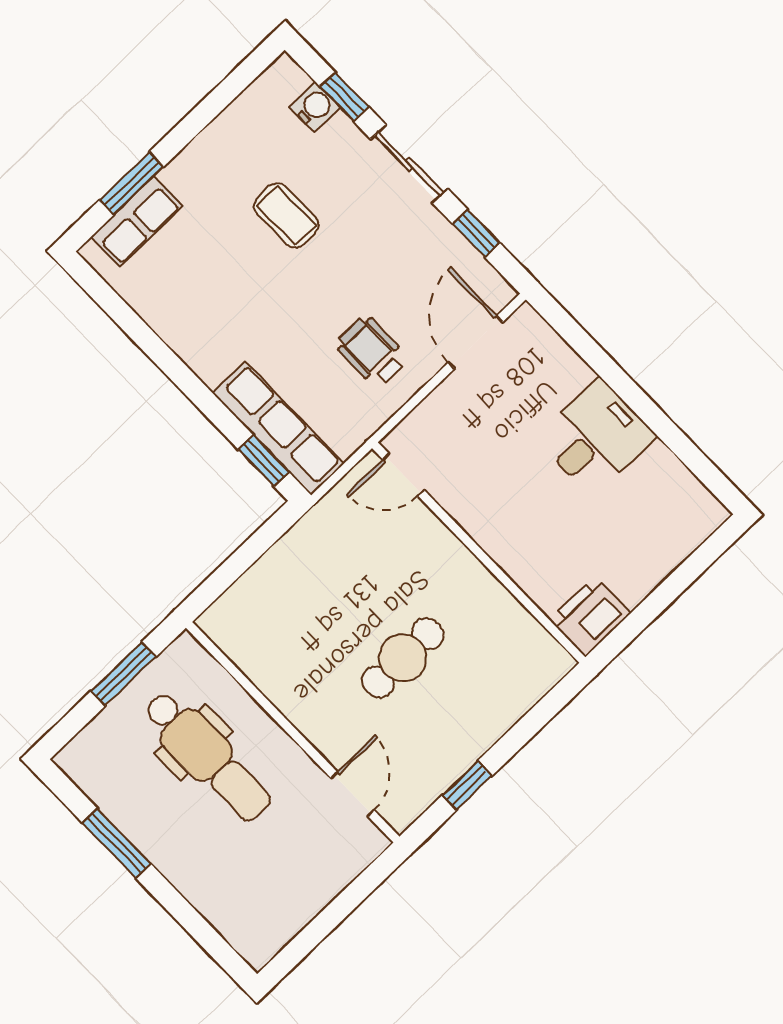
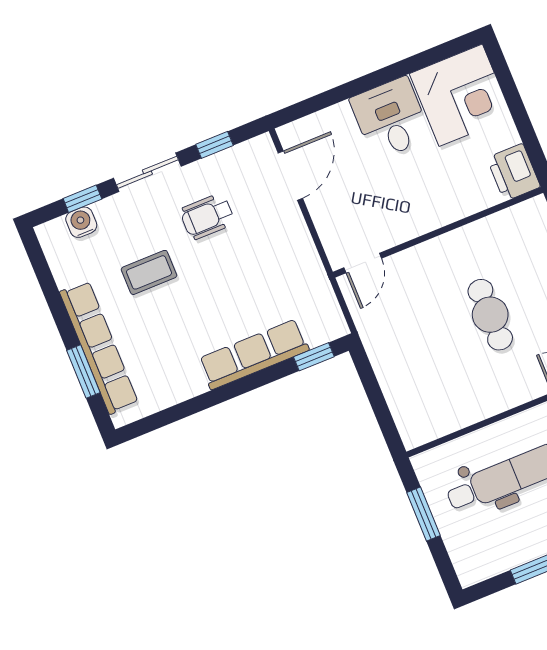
row of seats: (137, 222) -> (99, 347), width x2.02
door: (476, 342) -> (290, 176), swing flipped
wheelchair: (372, 352) -> (207, 216), moved
row of seats: (278, 428) -> (254, 354), moved
corner desk: (659, 513) -> (461, 95), added

